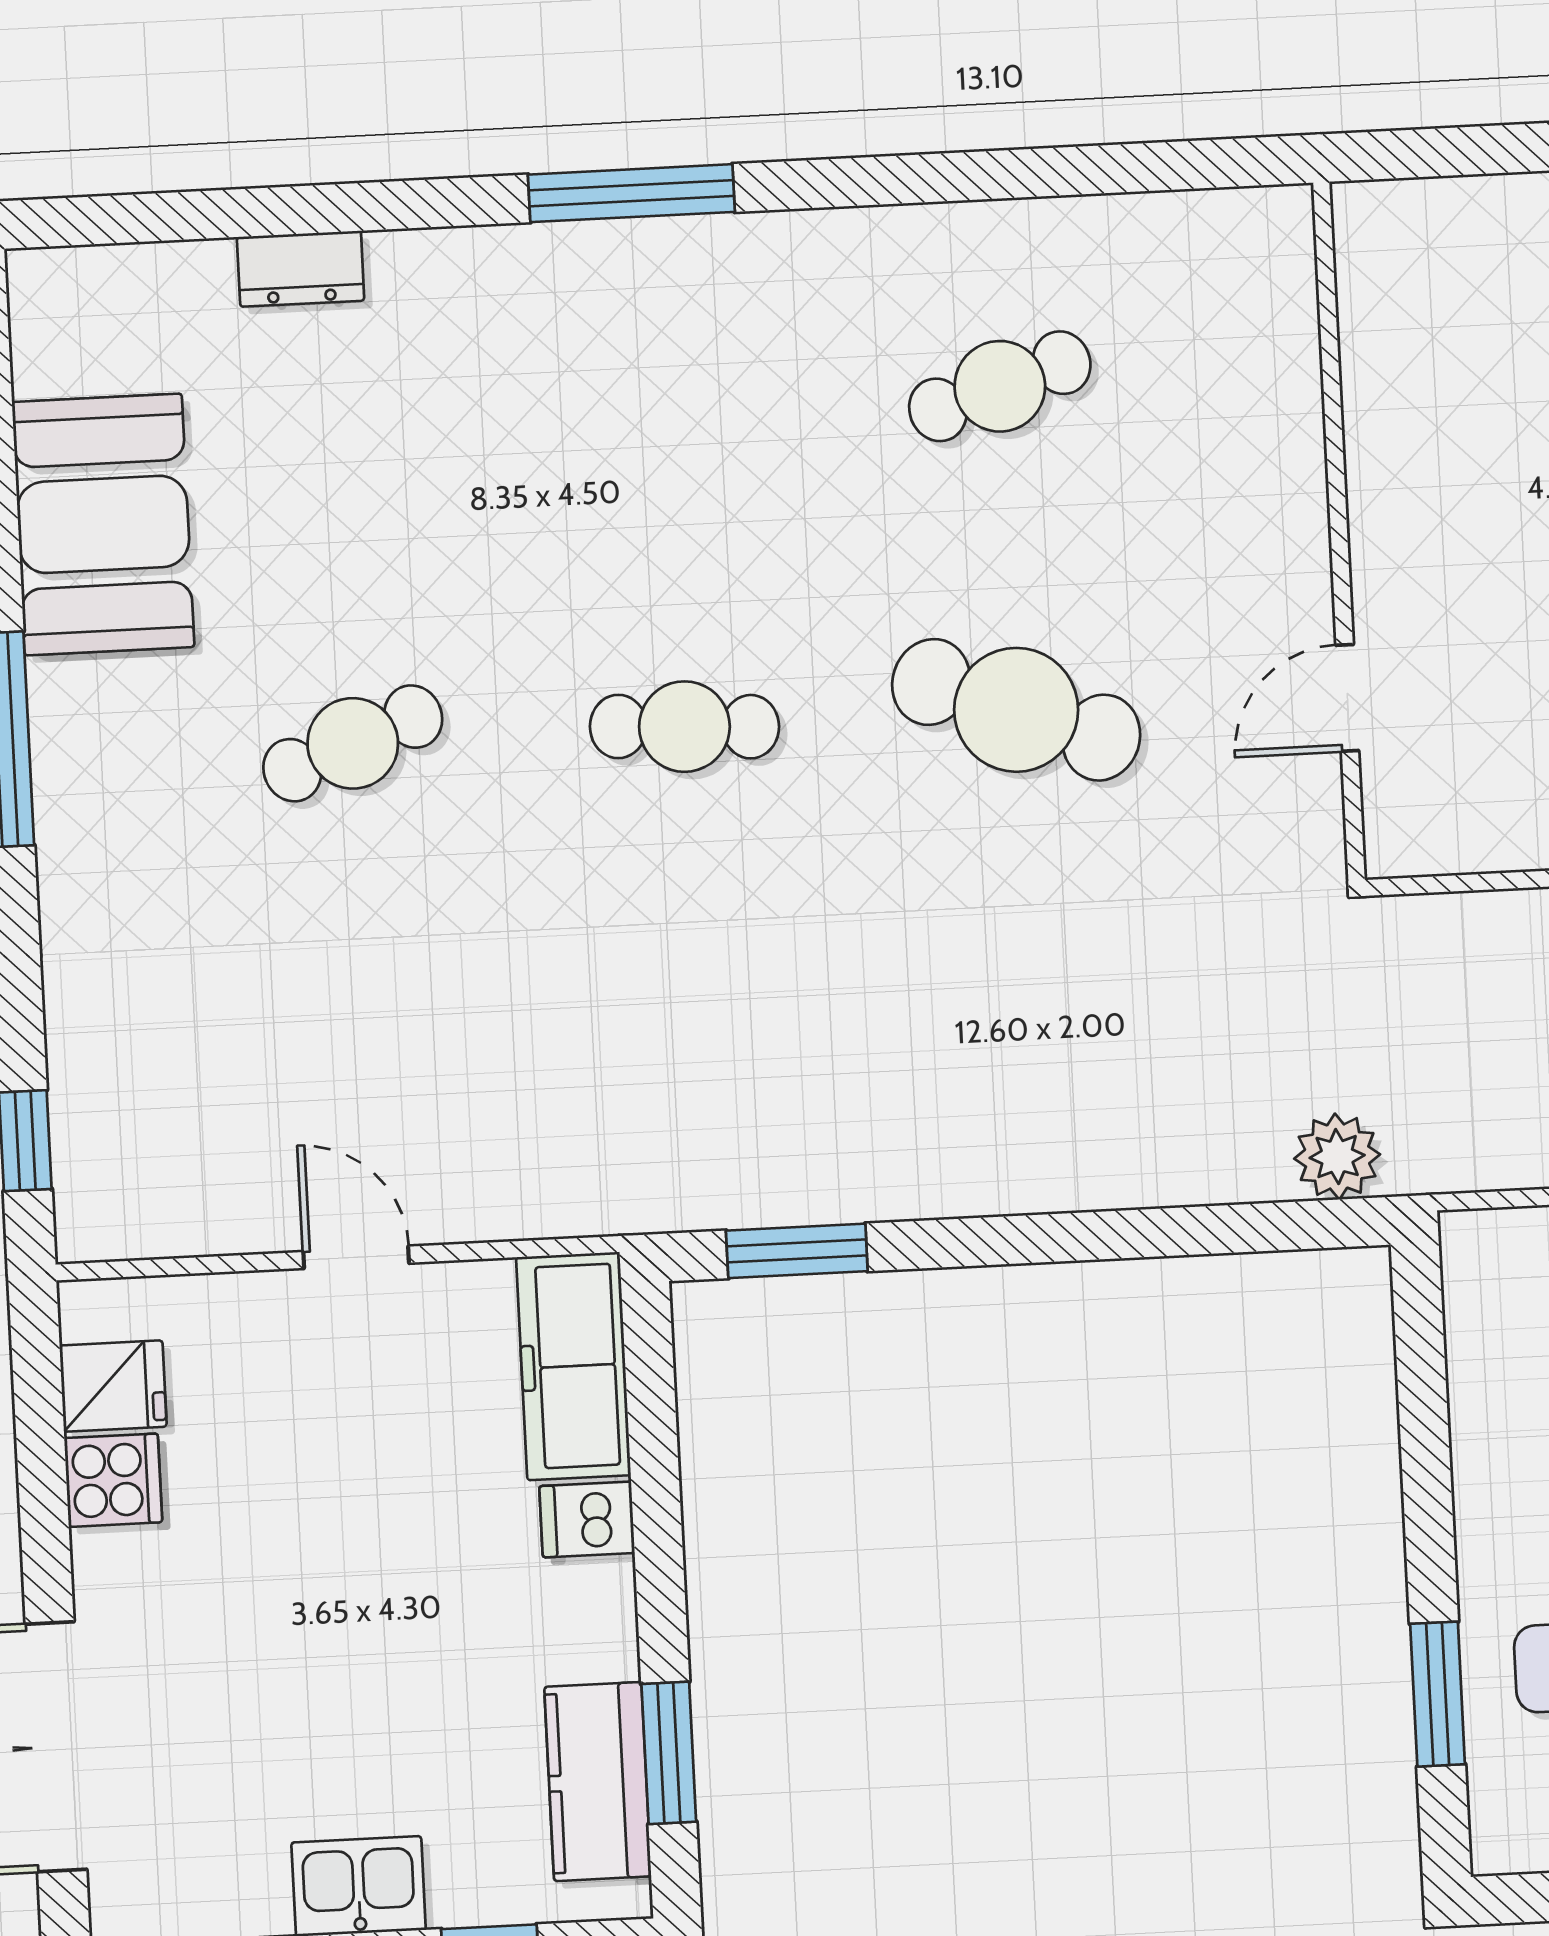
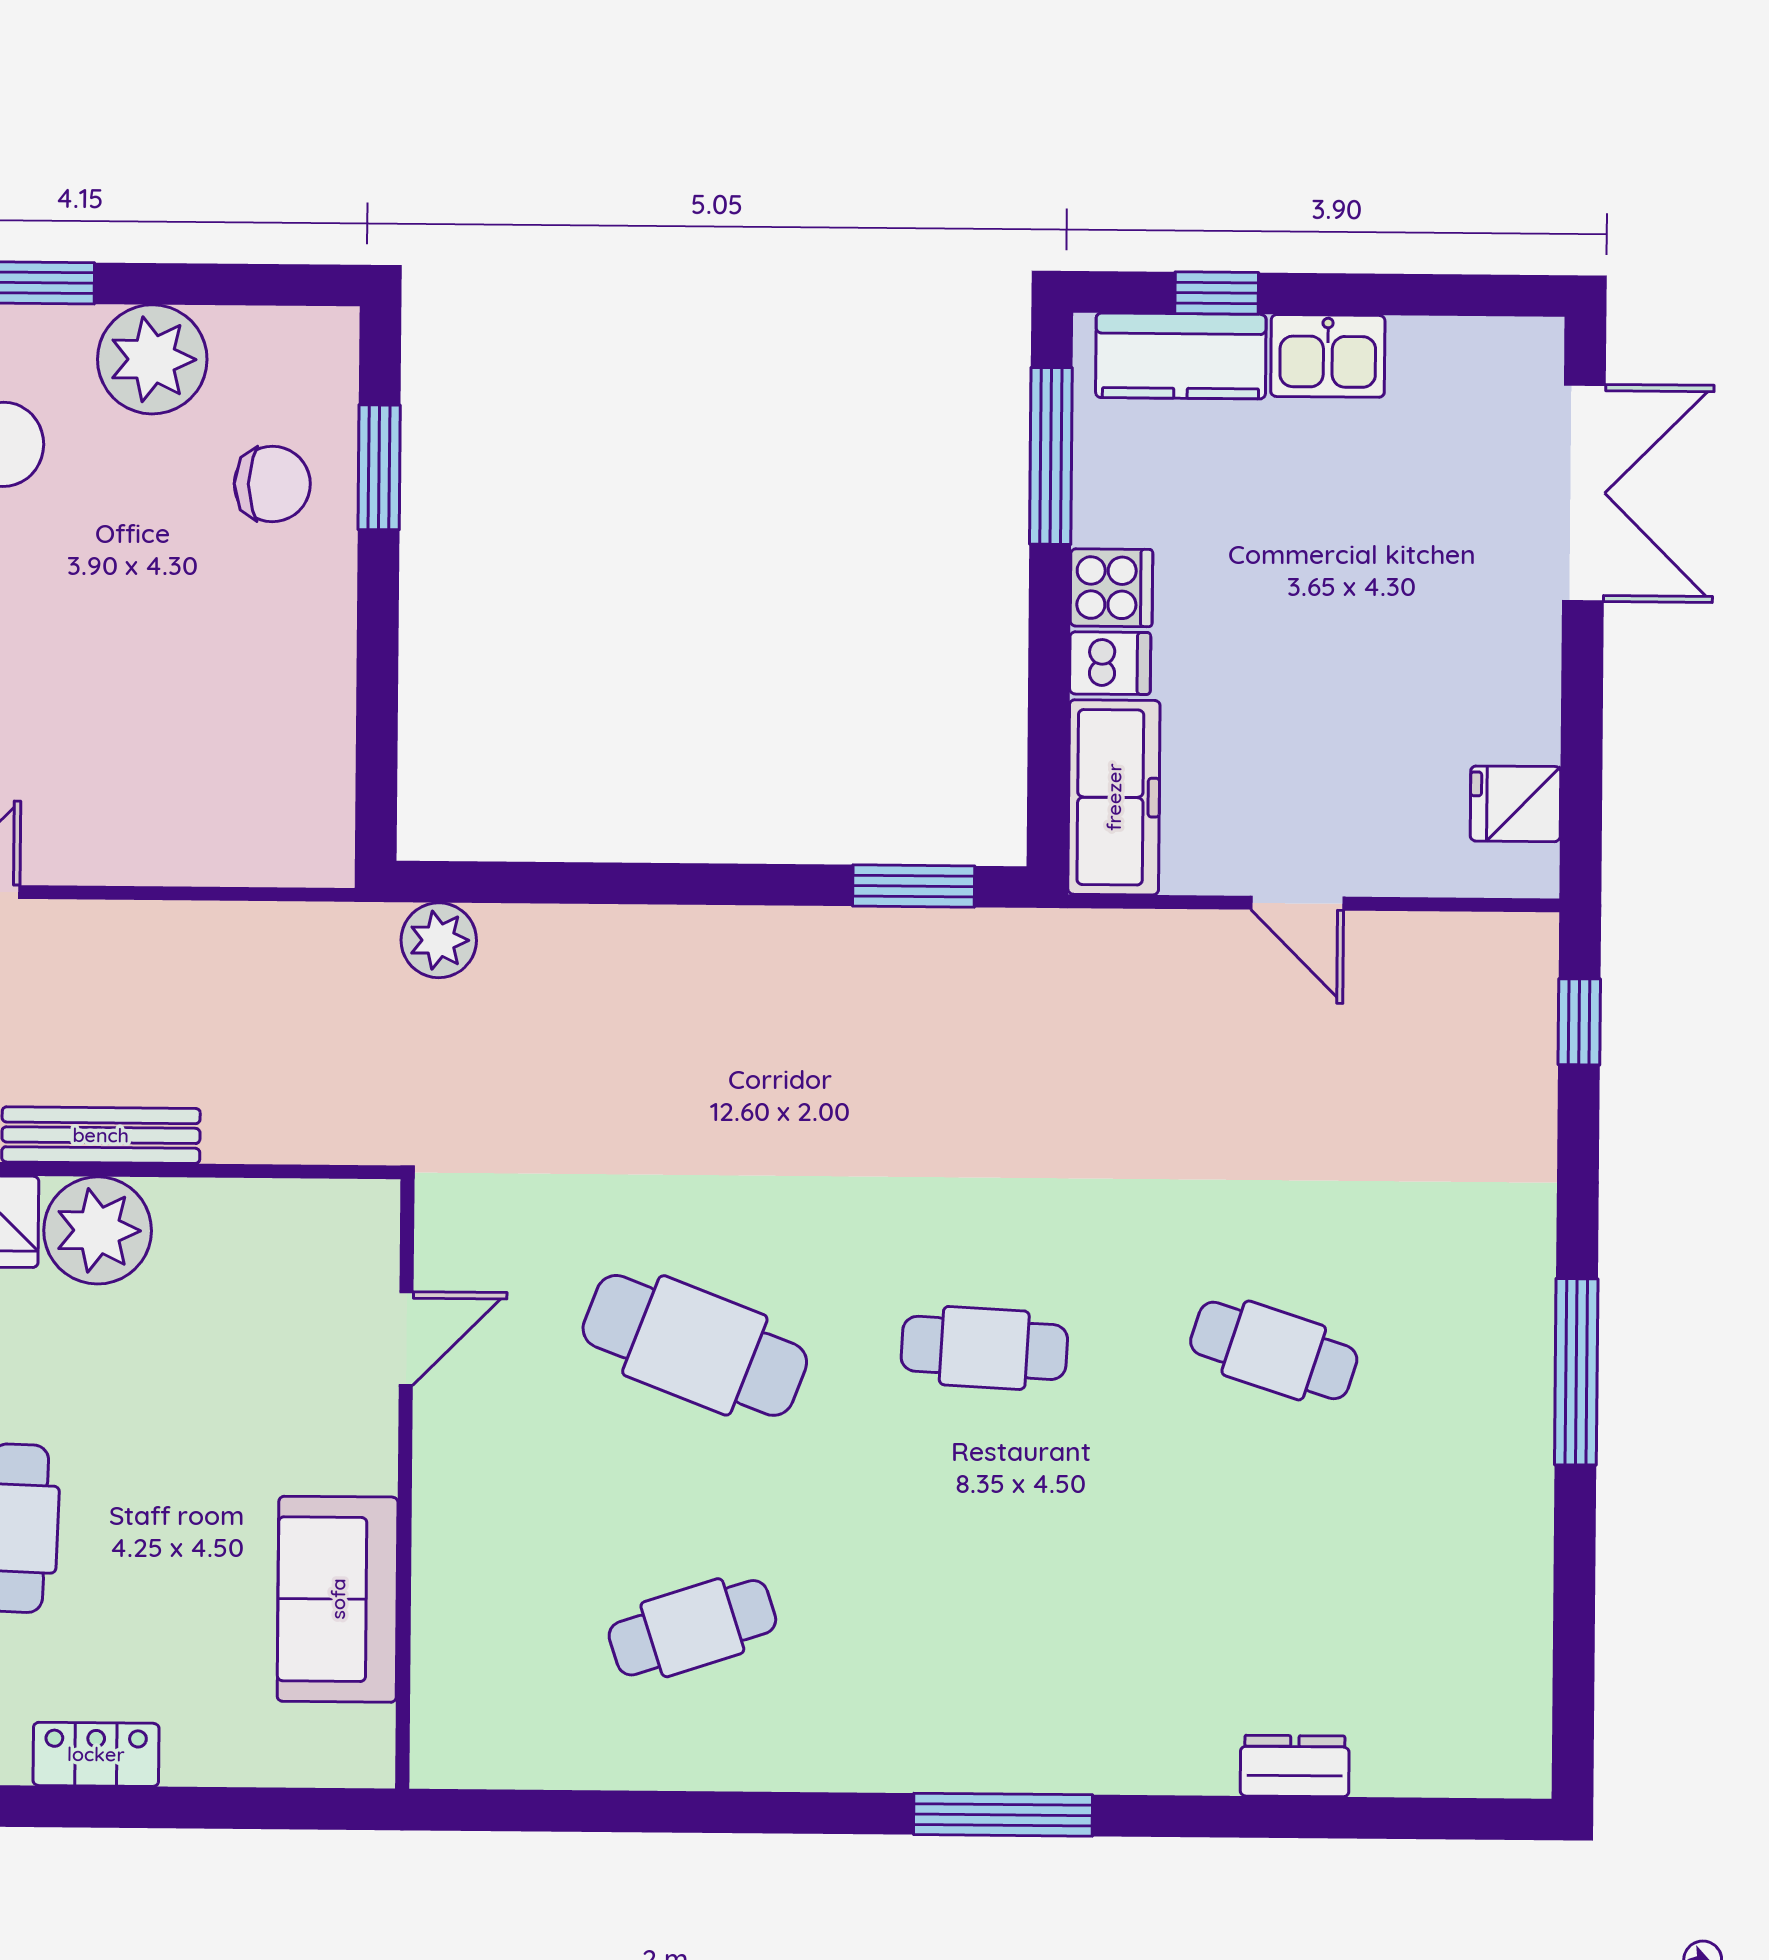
sofa: (1408, 395) -> (338, 1599), added
booth: (103, 524) -> (1480, 1554), removed
cafe table: (353, 743) -> (1274, 1350), turned 39
cooker: (113, 1480) -> (1111, 588), moved, turned 180
window: (669, 1753) -> (1051, 456), width x1.44
kitchen counter: (598, 1782) -> (1181, 356), moved, turned 90

